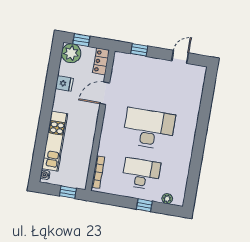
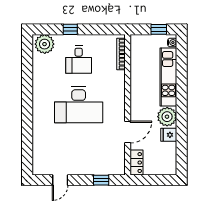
window: (81, 40) -> (159, 180), removed
plant: (71, 53) -> (167, 117), moved
desk: (141, 174) -> (79, 60), width x0.73
window: (68, 192) -> (159, 29), moved
plant: (167, 199) -> (45, 44), width x1.88, depth x1.88

